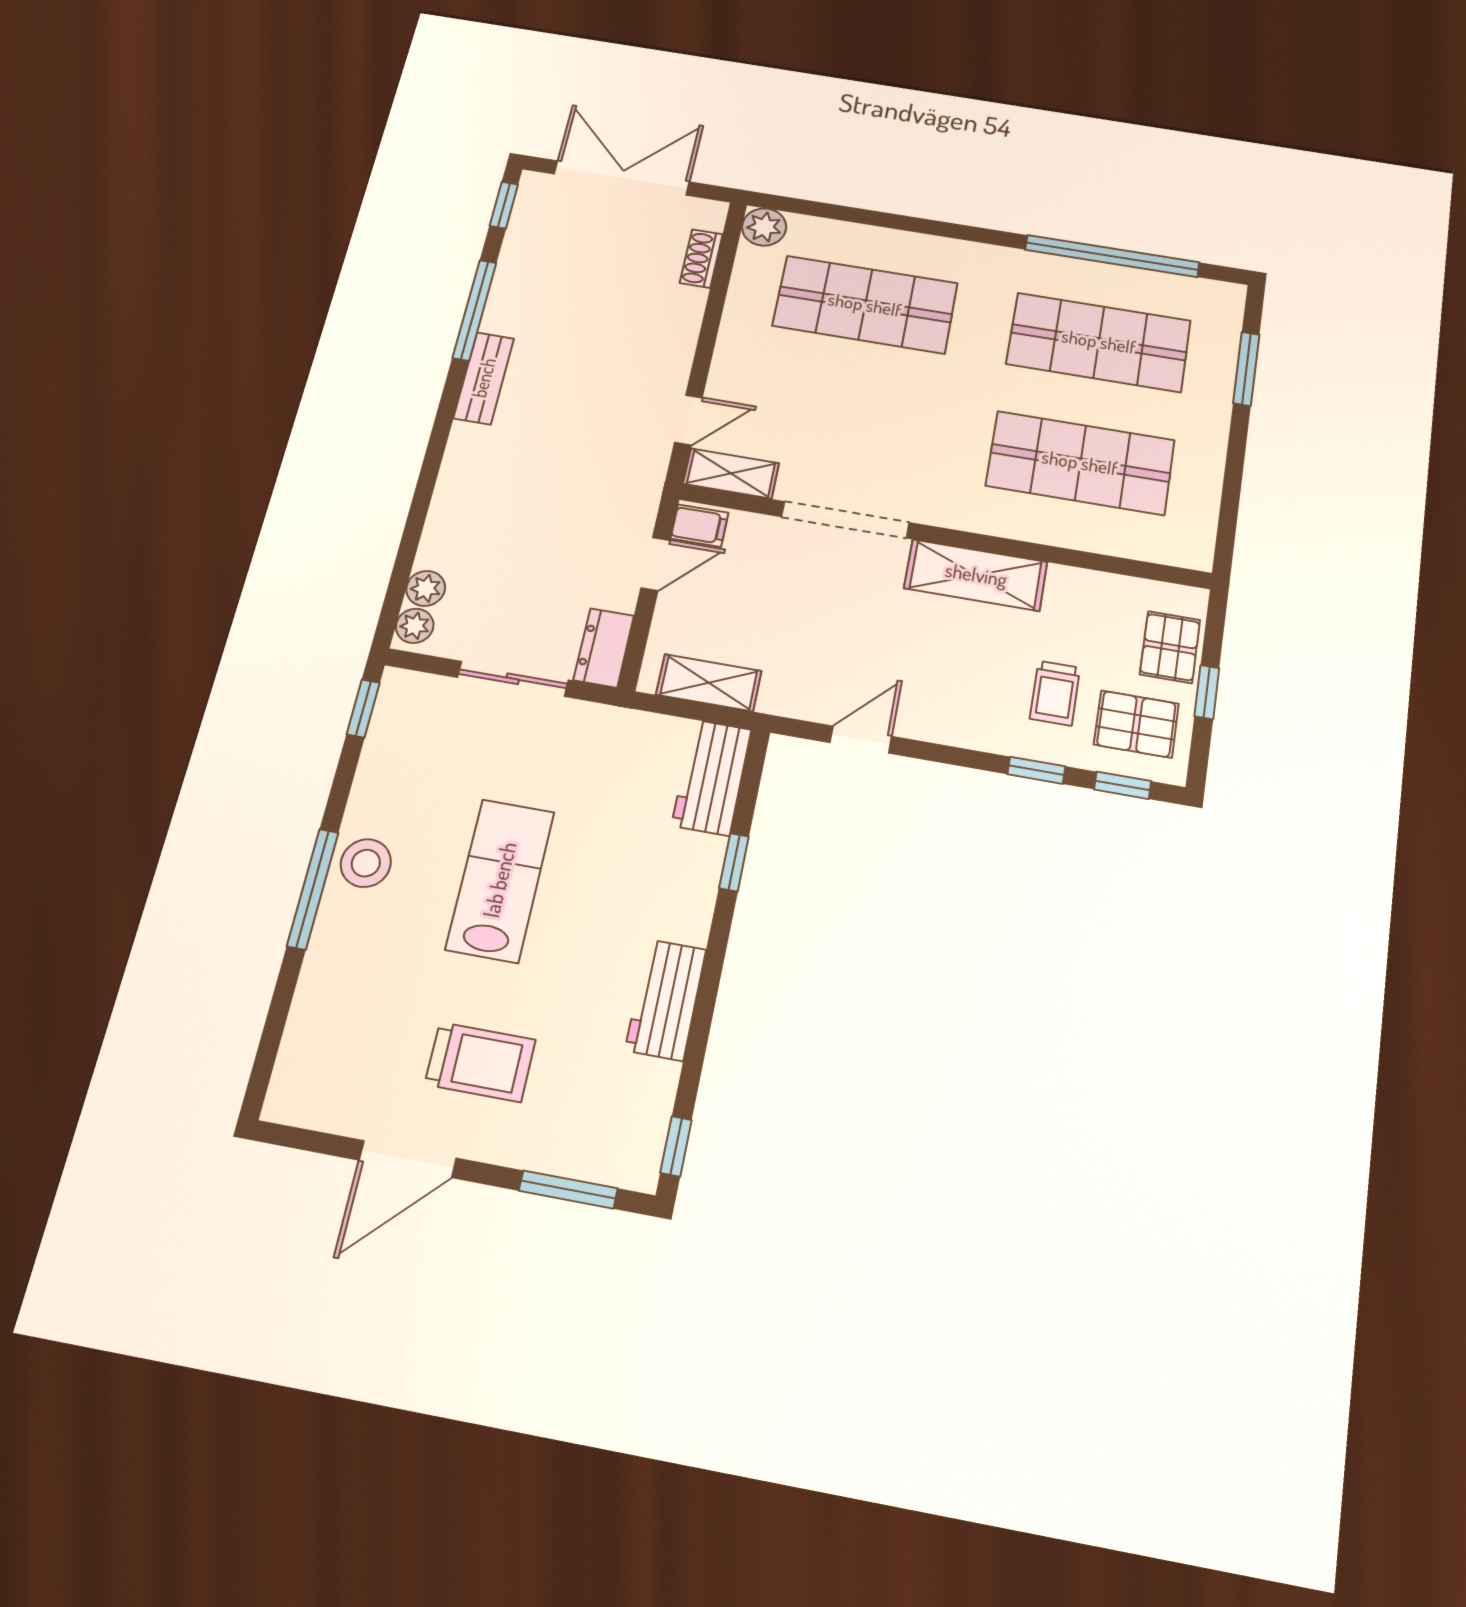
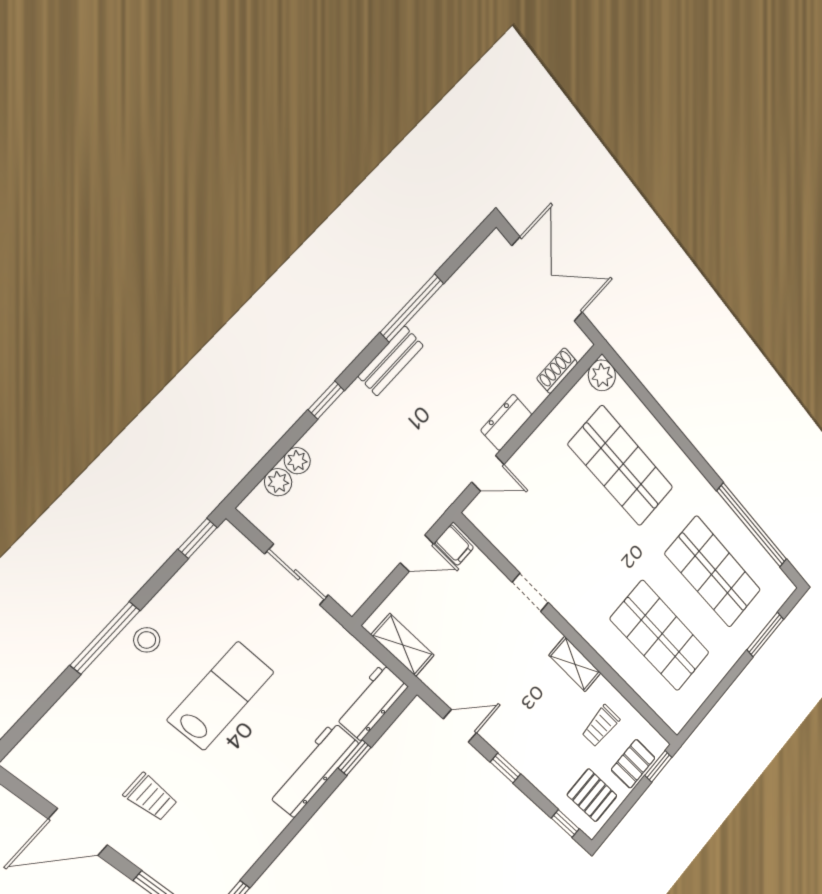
window: (504, 205) -> (326, 400), moved
shelving: (731, 474) -> (490, 524), removed
doorway: (845, 520) -> (530, 592), width x0.53
shelving: (976, 575) -> (575, 664), width x0.67, depth x0.75
plant: (415, 626) -> (297, 461), moved
dresser: (604, 648) -> (506, 422), moved
window: (1207, 692) -> (658, 766), moved
trolley: (1055, 693) -> (601, 726), moved
window: (1036, 770) -> (505, 768), moved
stool: (366, 863) -> (147, 640), width x0.73, depth x0.73
workbench: (666, 1000) -> (314, 769), moved, width x1.38
trolley: (480, 1062) -> (151, 797), width x0.73, depth x0.72

